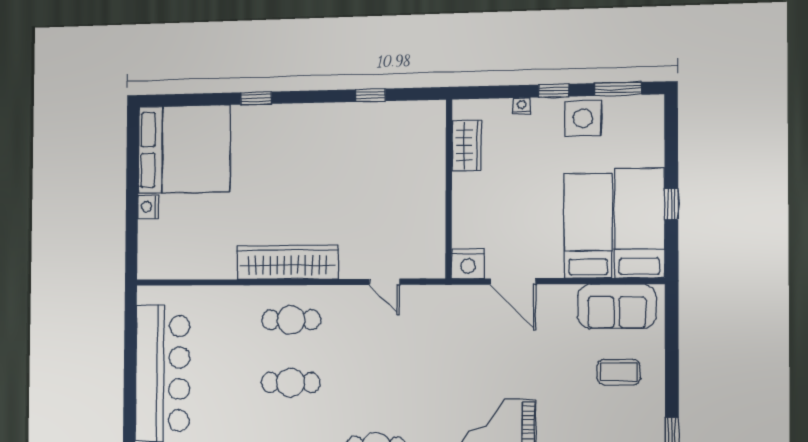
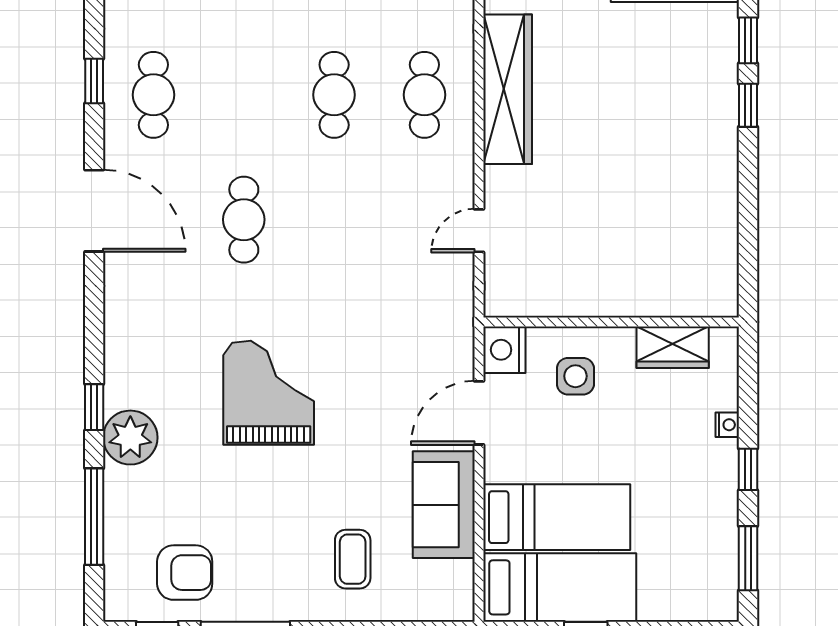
window: (370, 95) -> (748, 105), moved
side table: (583, 118) -> (575, 376), moved, width x0.73, depth x0.73
sofa: (617, 306) -> (444, 505), moved

